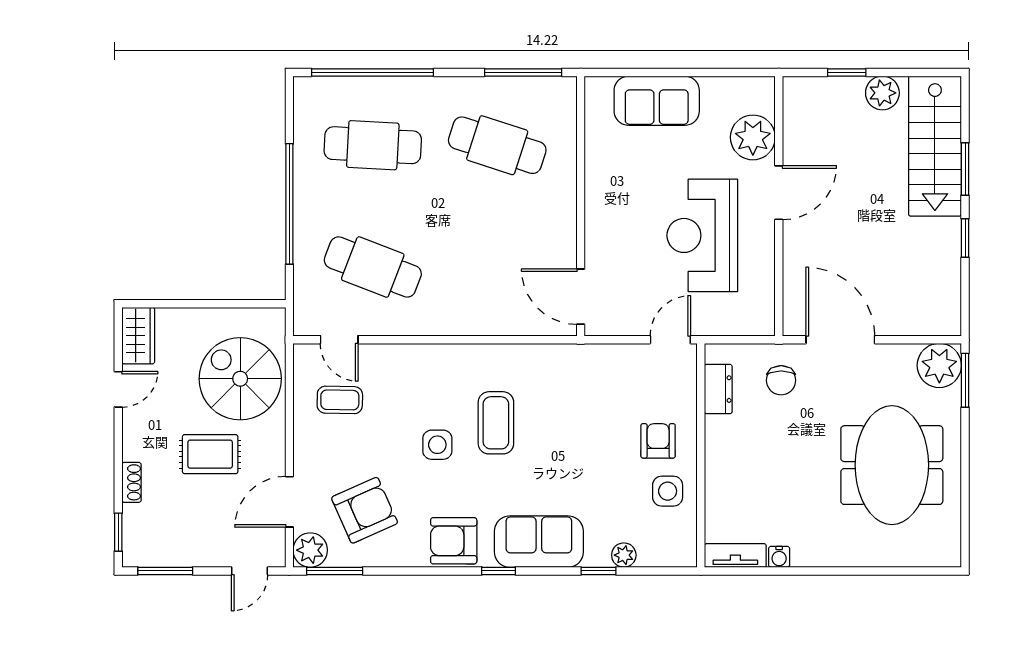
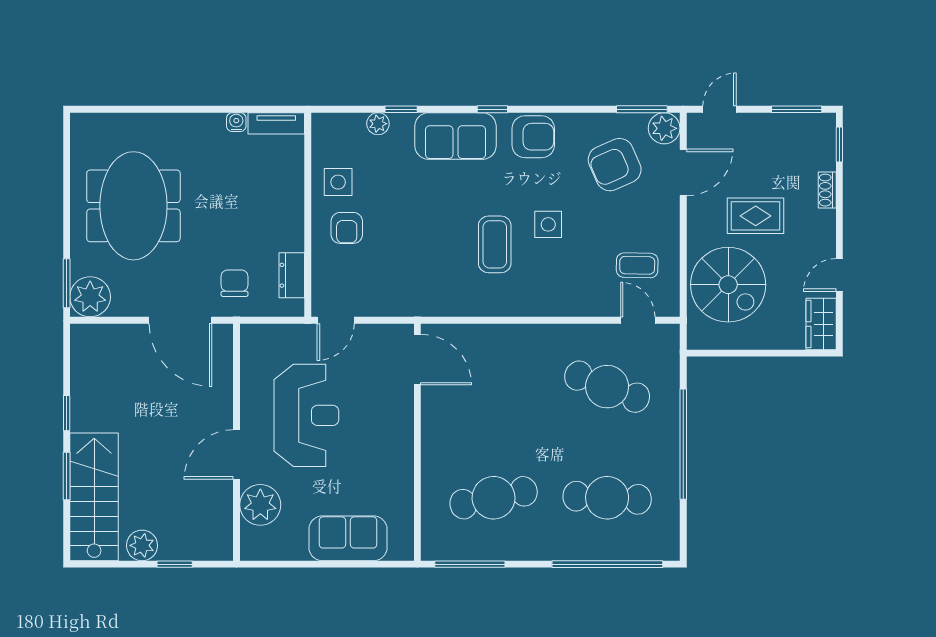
cafe table: (497, 145) -> (494, 498), turned -30

